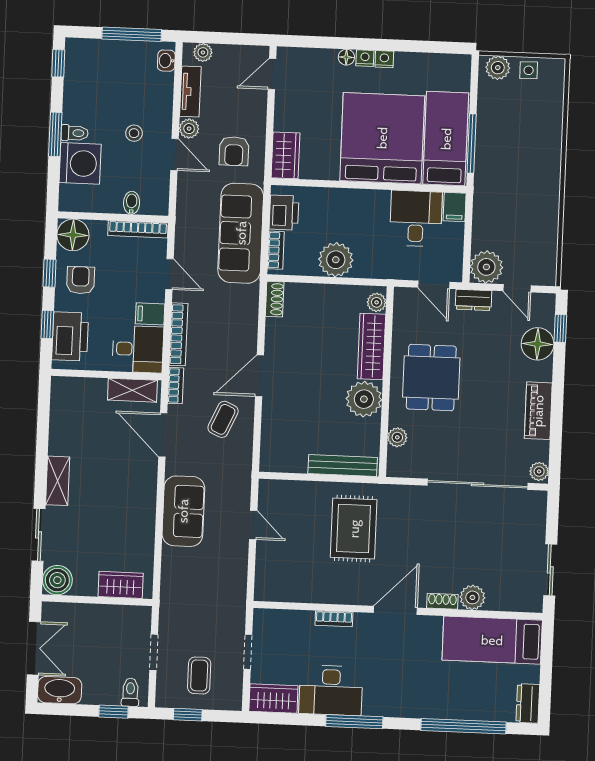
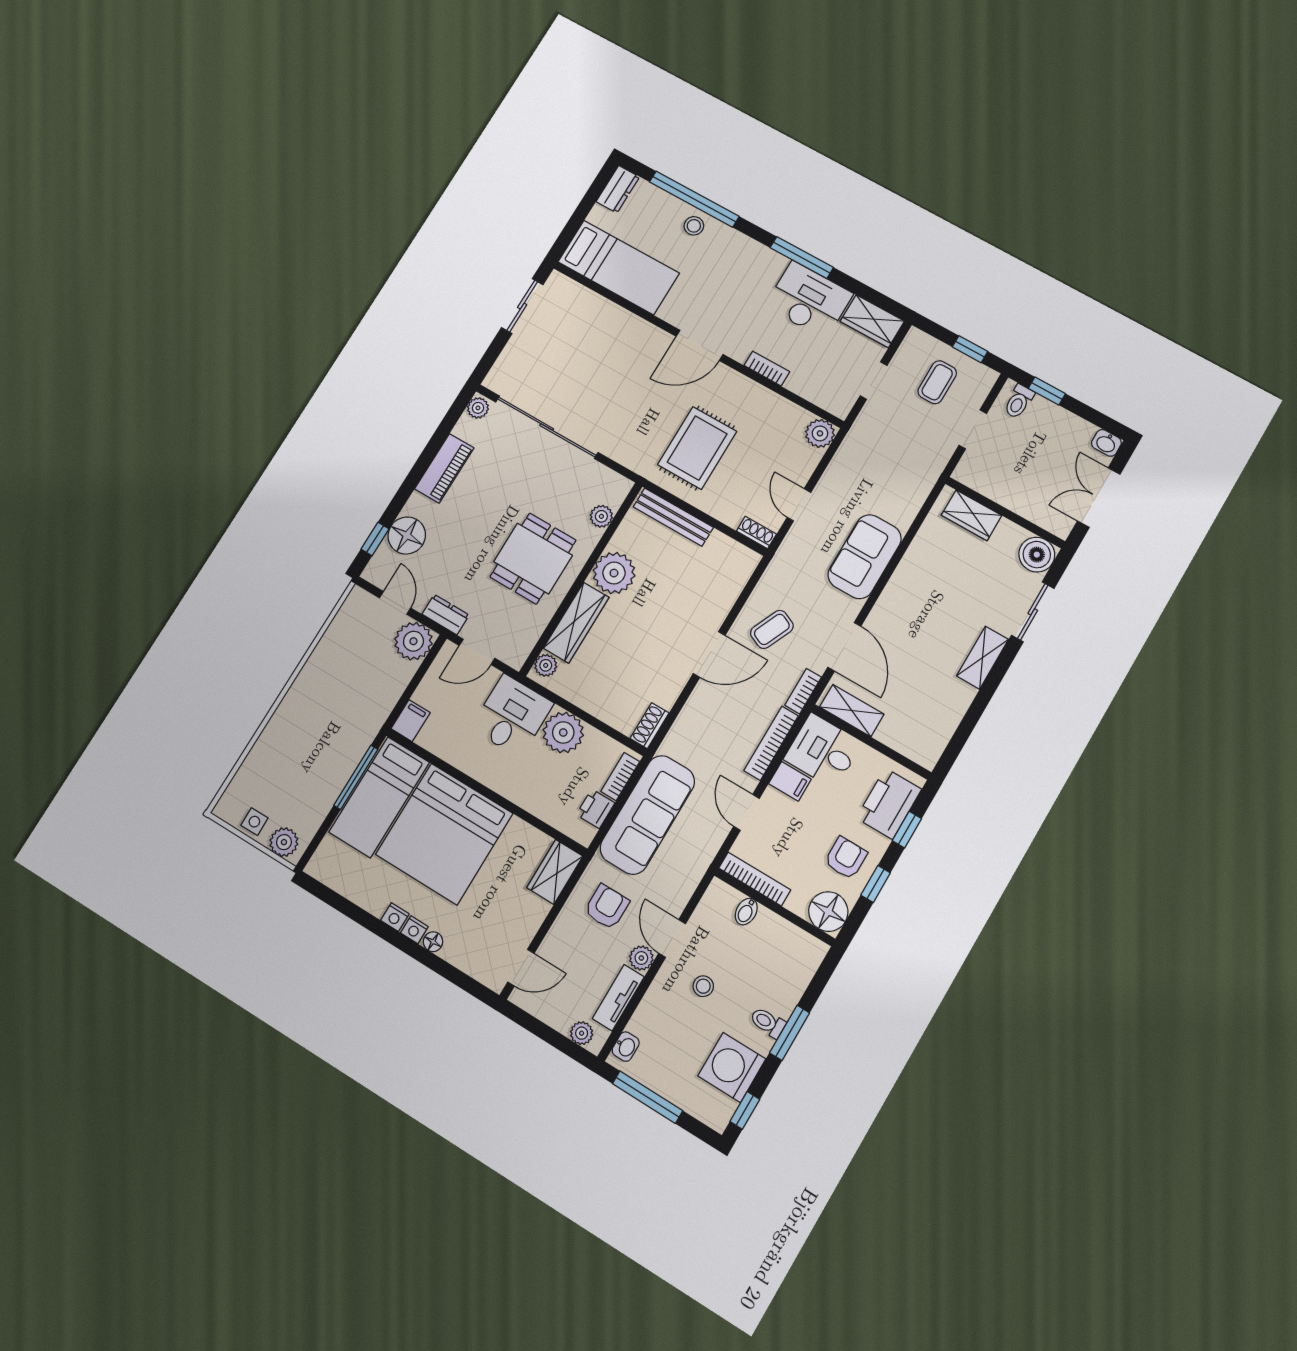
washing machine: (80, 163) -> (732, 1067), moved
printer: (284, 213) -> (595, 809), width x0.73, depth x0.81
desk: (416, 218) -> (512, 716), moved, turned 180
armchair: (81, 280) -> (846, 858), turned 180
door: (434, 285) -> (477, 652), swing flipped
plant: (472, 597) -> (820, 433), moved
shoe rack: (442, 601) -> (756, 533), moved, turned 180
washbasin: (60, 690) -> (1106, 443), width x0.52, depth x0.69
stool: (452, 704) -> (694, 226), added

